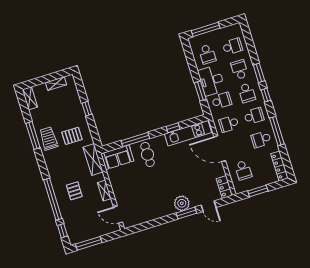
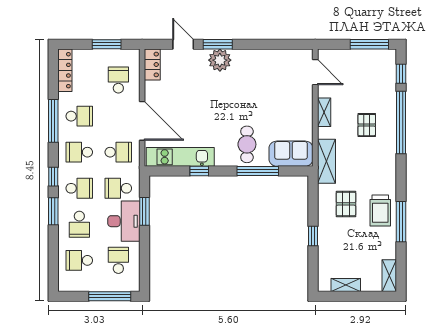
school desk: (247, 93) -> (79, 188), turned 90
pallet: (72, 136) -> (346, 204), turned 90

